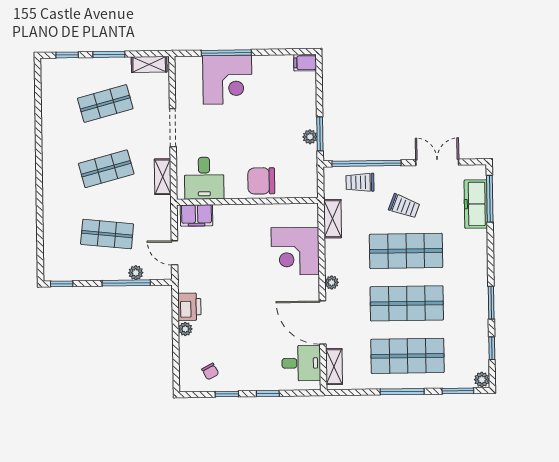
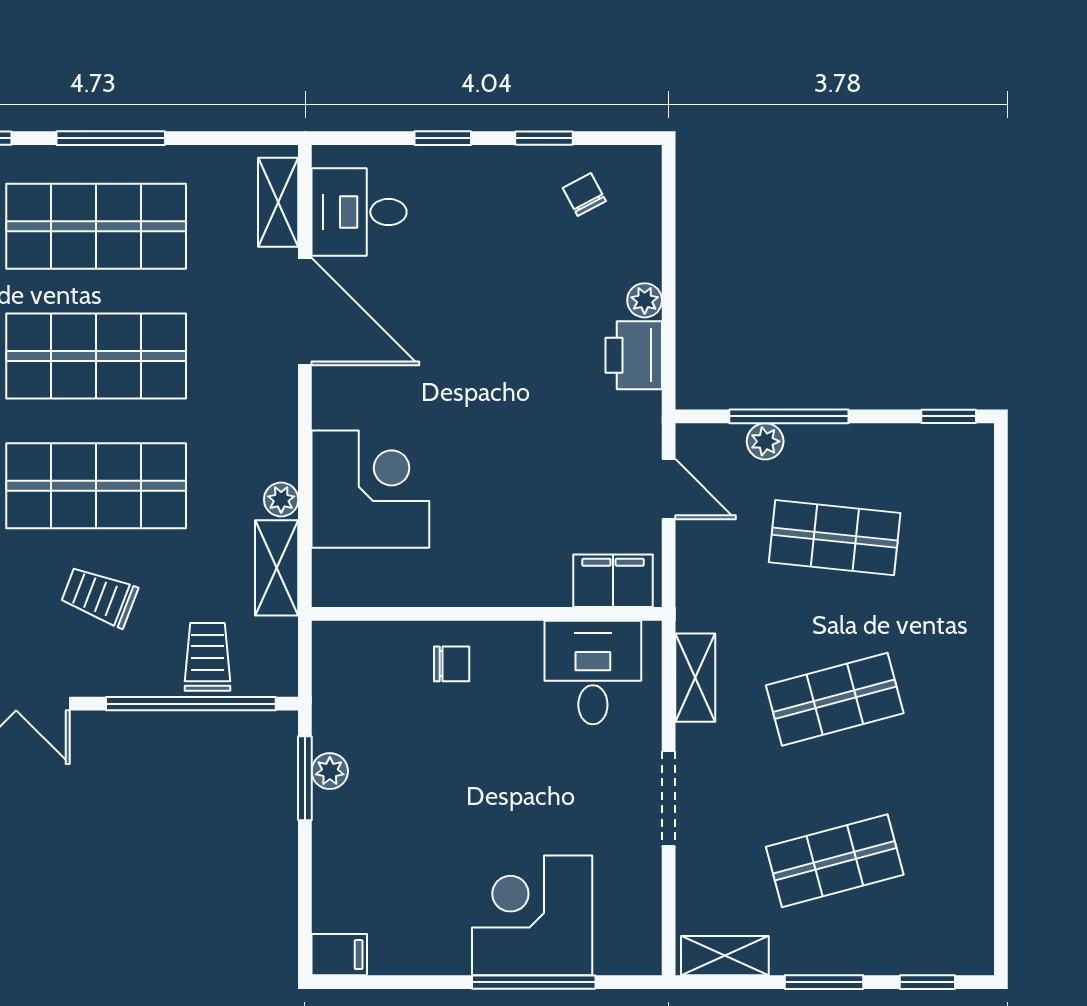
chair: (261, 181) -> (452, 664), width x0.54, depth x0.54
trolley: (360, 182) -> (208, 657), turned -90
plant: (332, 282) -> (281, 500), moved

